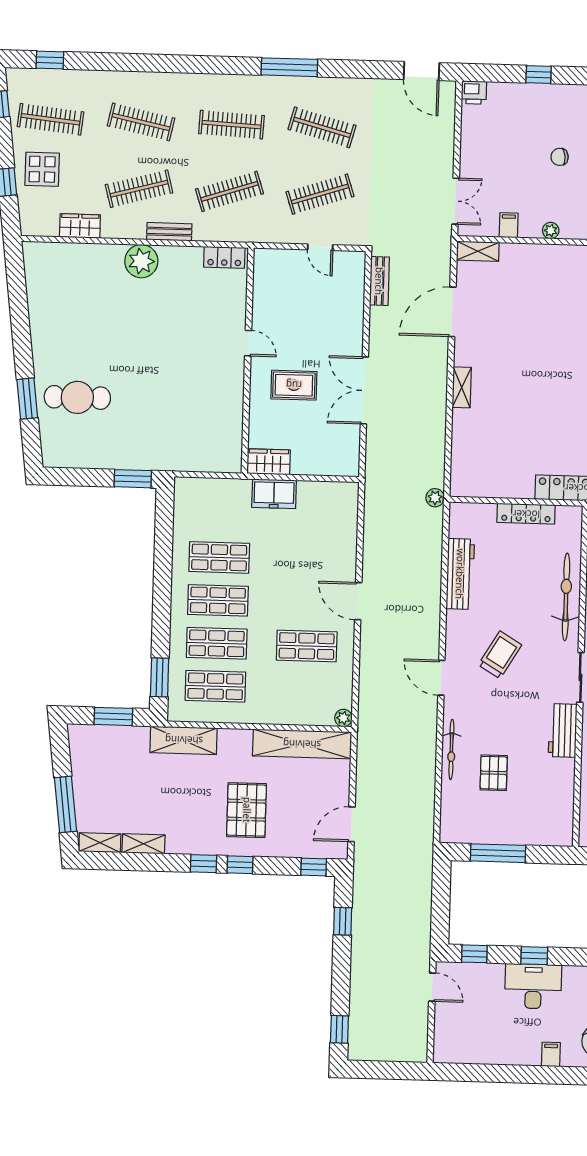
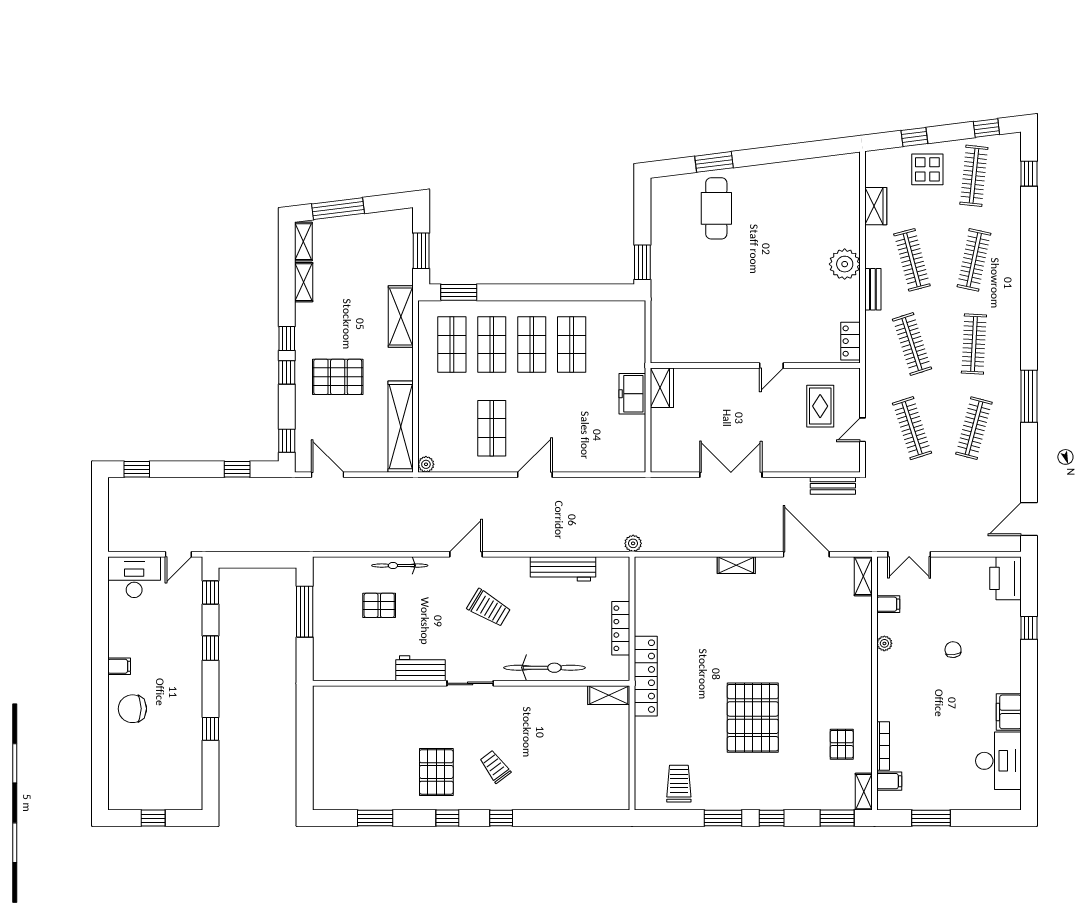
printer: (474, 92) -> (1005, 578), width x1.87, depth x1.48
rug: (294, 385) -> (820, 406), moved
desk: (533, 986) -> (134, 577), moved, turned -90

